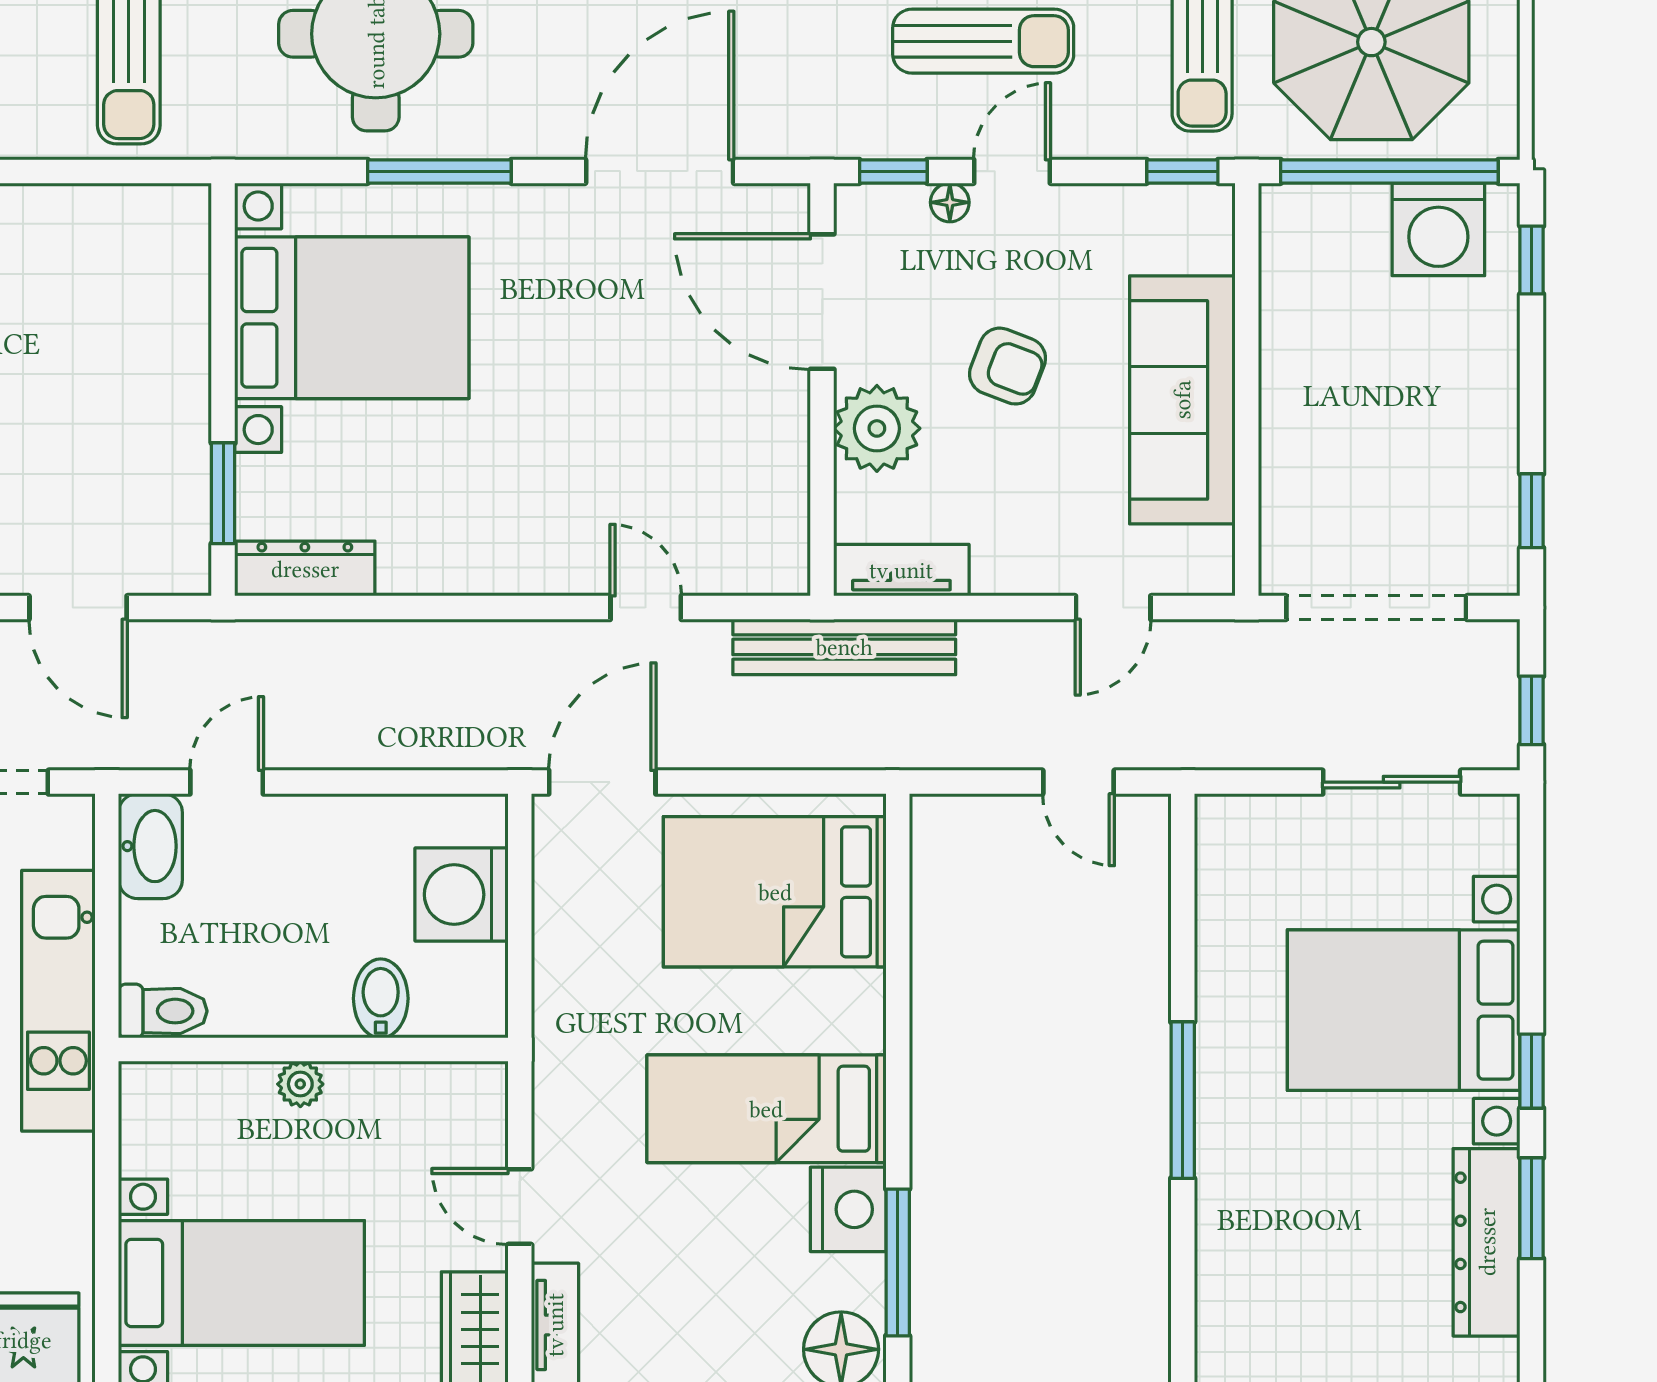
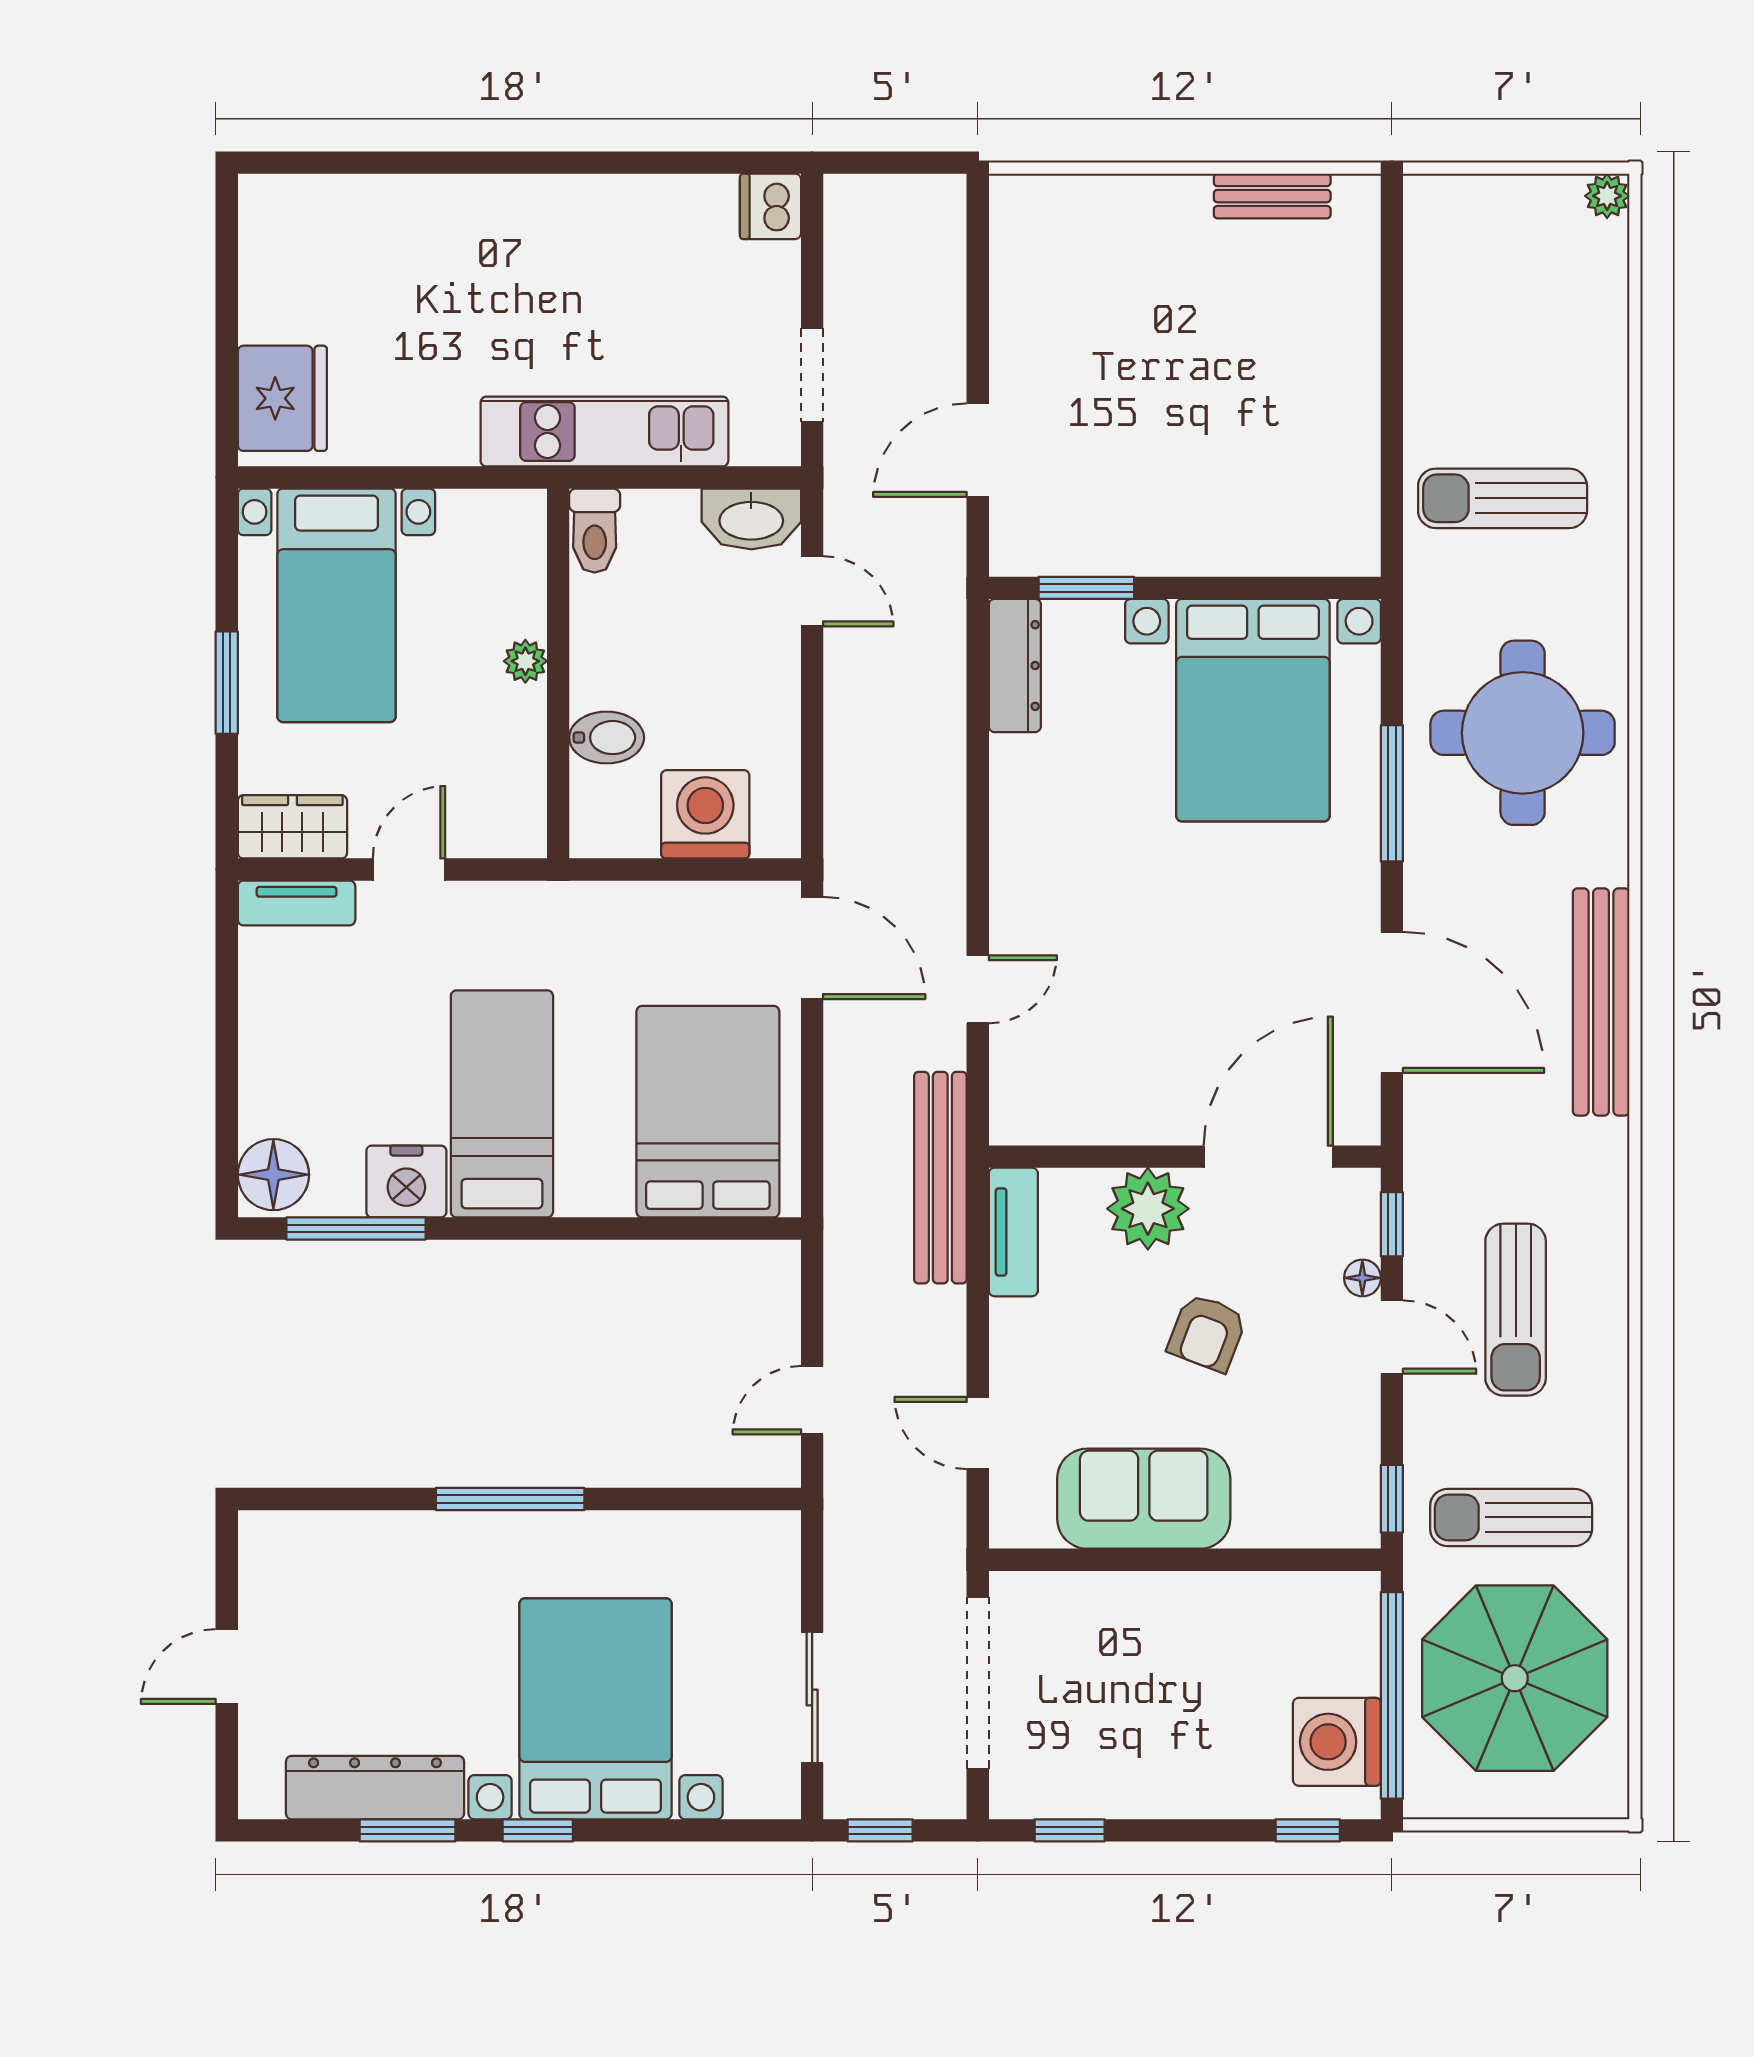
sofa: (1182, 400) -> (1144, 1499), width x0.73

